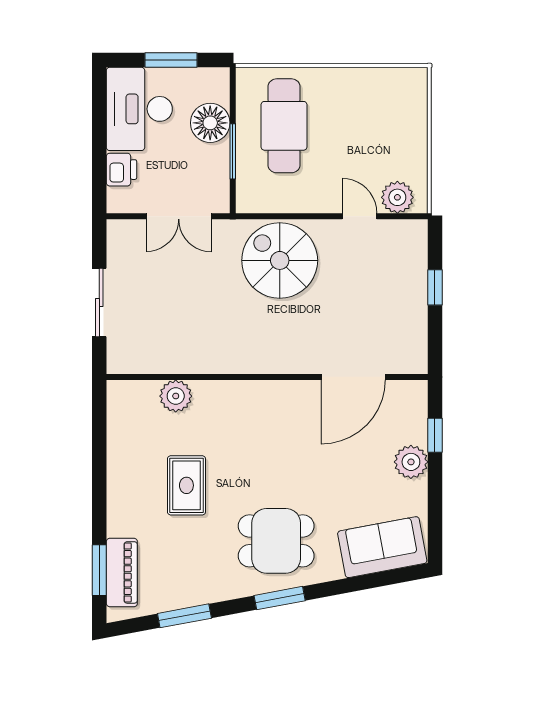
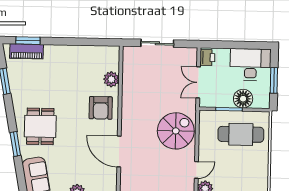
printer: (121, 170) -> (207, 58), moved, turned -90
door: (353, 377) -> (119, 152), moved
armchair: (235, 417) -> (101, 108), added
rug: (186, 485) -> (68, 84), removed
window: (280, 598) -> (15, 144), moved

